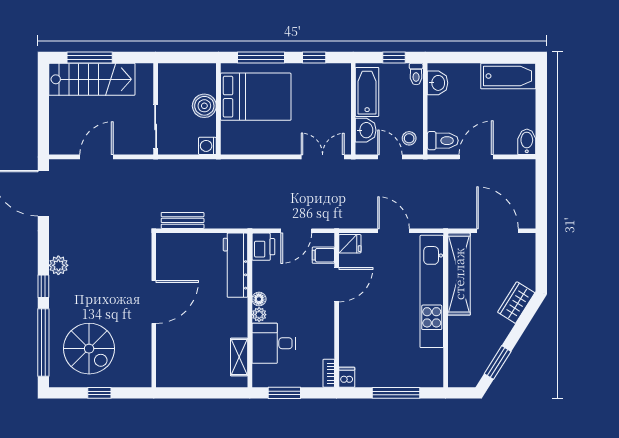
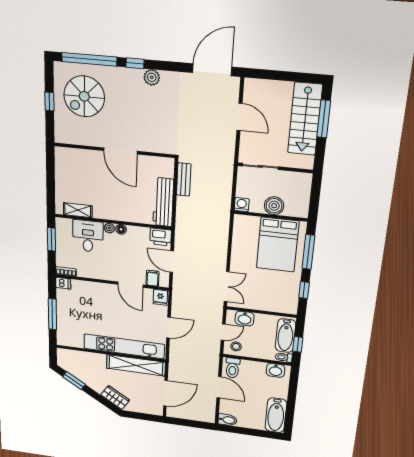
bathtub: (367, 92) -> (286, 336), moved, turned 90
workbench: (235, 265) -> (163, 202), moved, turned -90

